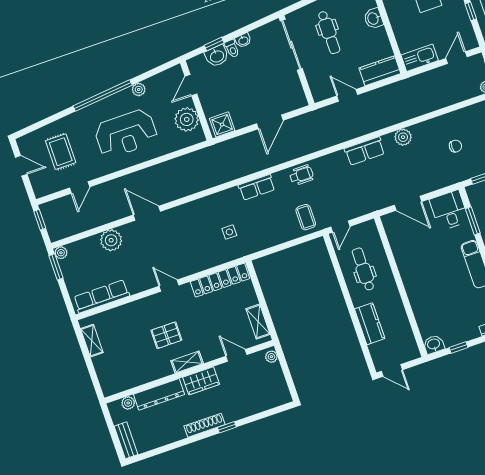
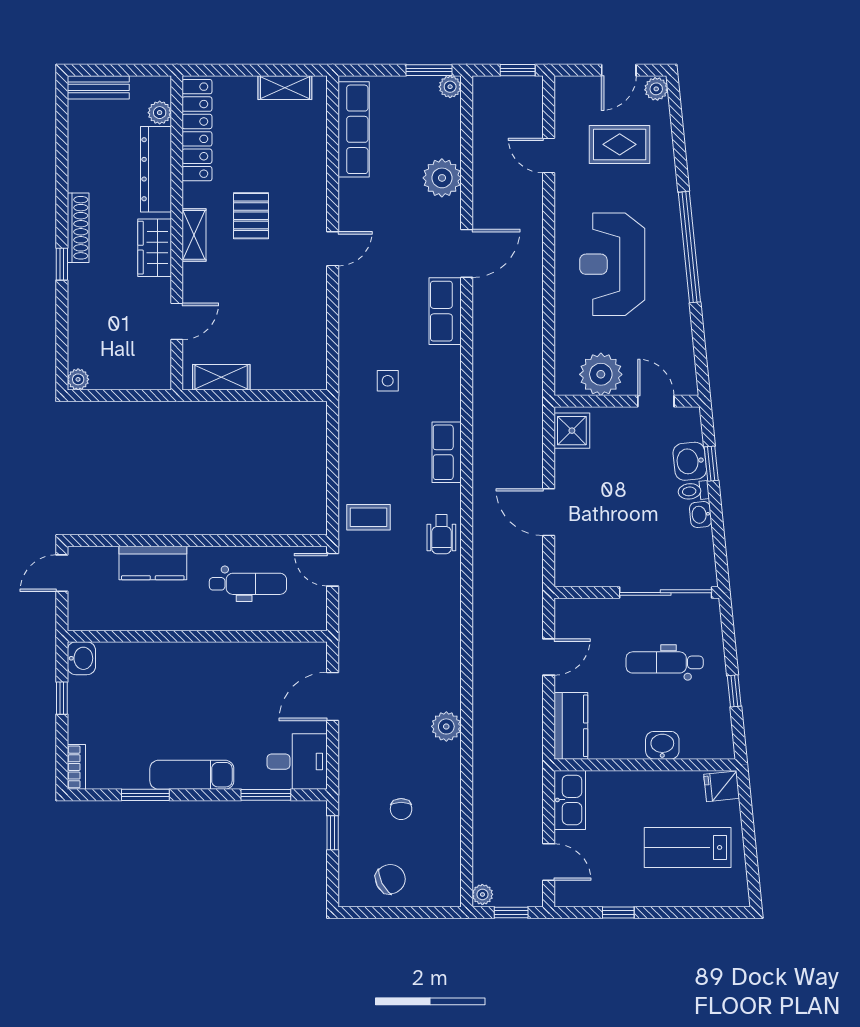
plant: (139, 89) -> (656, 89), moved
row of seats: (365, 151) -> (445, 311), moved
locker: (220, 280) -> (197, 130), moved, turned 180
plant: (271, 357) -> (78, 379), moved

